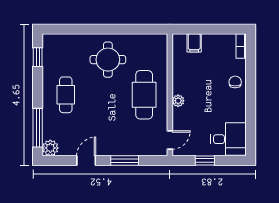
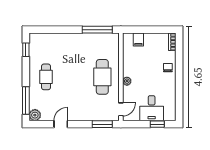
window: (137, 29) -> (97, 30), added
round table: (108, 60) -> (76, 52), removed
desk: (229, 139) -> (152, 108), moved, turned 90
window: (125, 160) -> (102, 124), moved
window: (205, 160) -> (157, 124), moved

